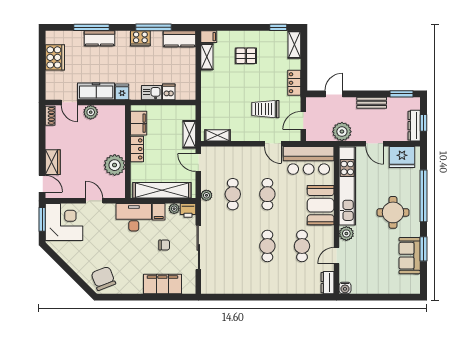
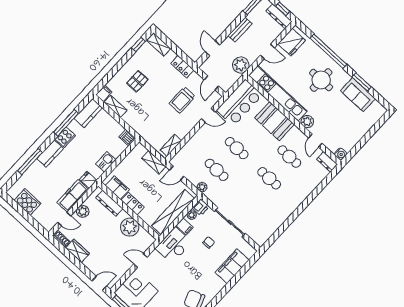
kitchen counter: (99, 38) -> (50, 154), moved
dishwasher: (169, 92) -> (127, 138), moved
dresser: (119, 129) -> (109, 203), added
wardrobe: (53, 162) -> (78, 251), moved

